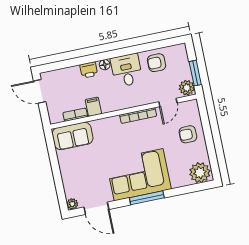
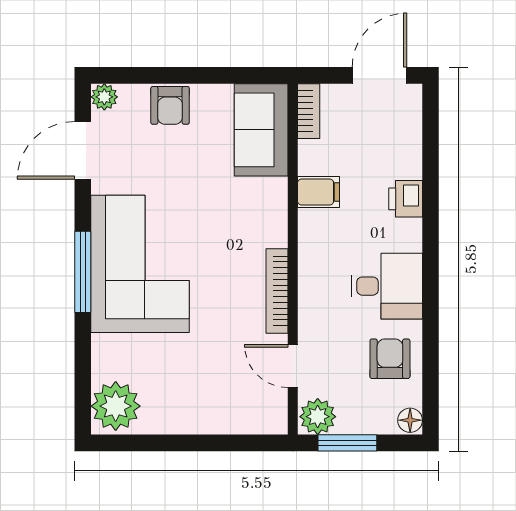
floor lamp: (105, 65) -> (410, 420), moved
bookcase: (75, 115) -> (309, 111), moved
armchair: (188, 134) -> (170, 105), moved, turned 180

